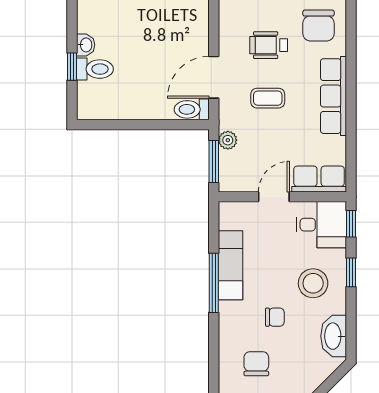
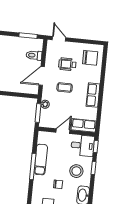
chair: (319, 26) -> (90, 58), turned -90
row of seats: (333, 96) -> (93, 95), width x0.68
toilet: (192, 109) -> (34, 55), moved

